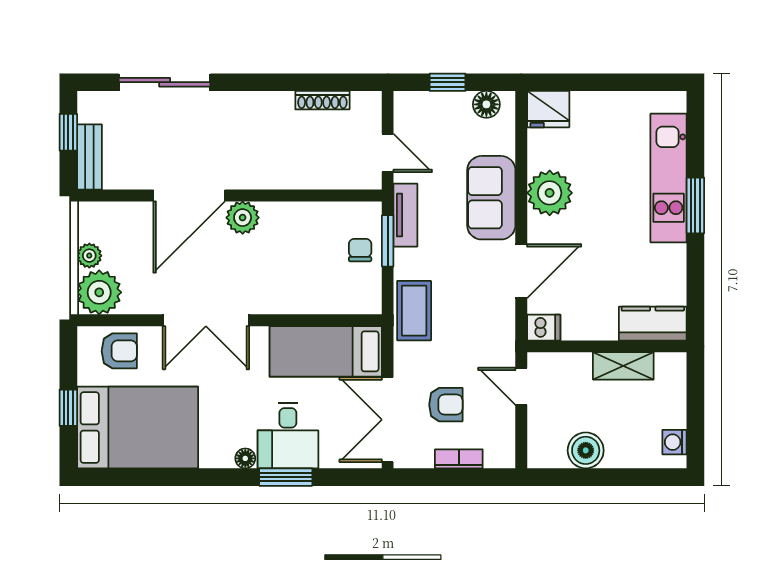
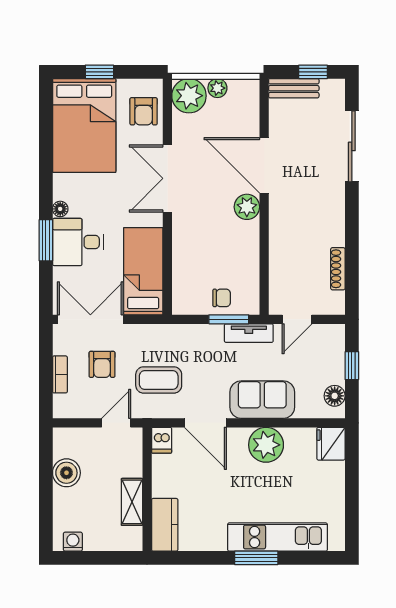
coffee table: (414, 311) -> (159, 380), moved

